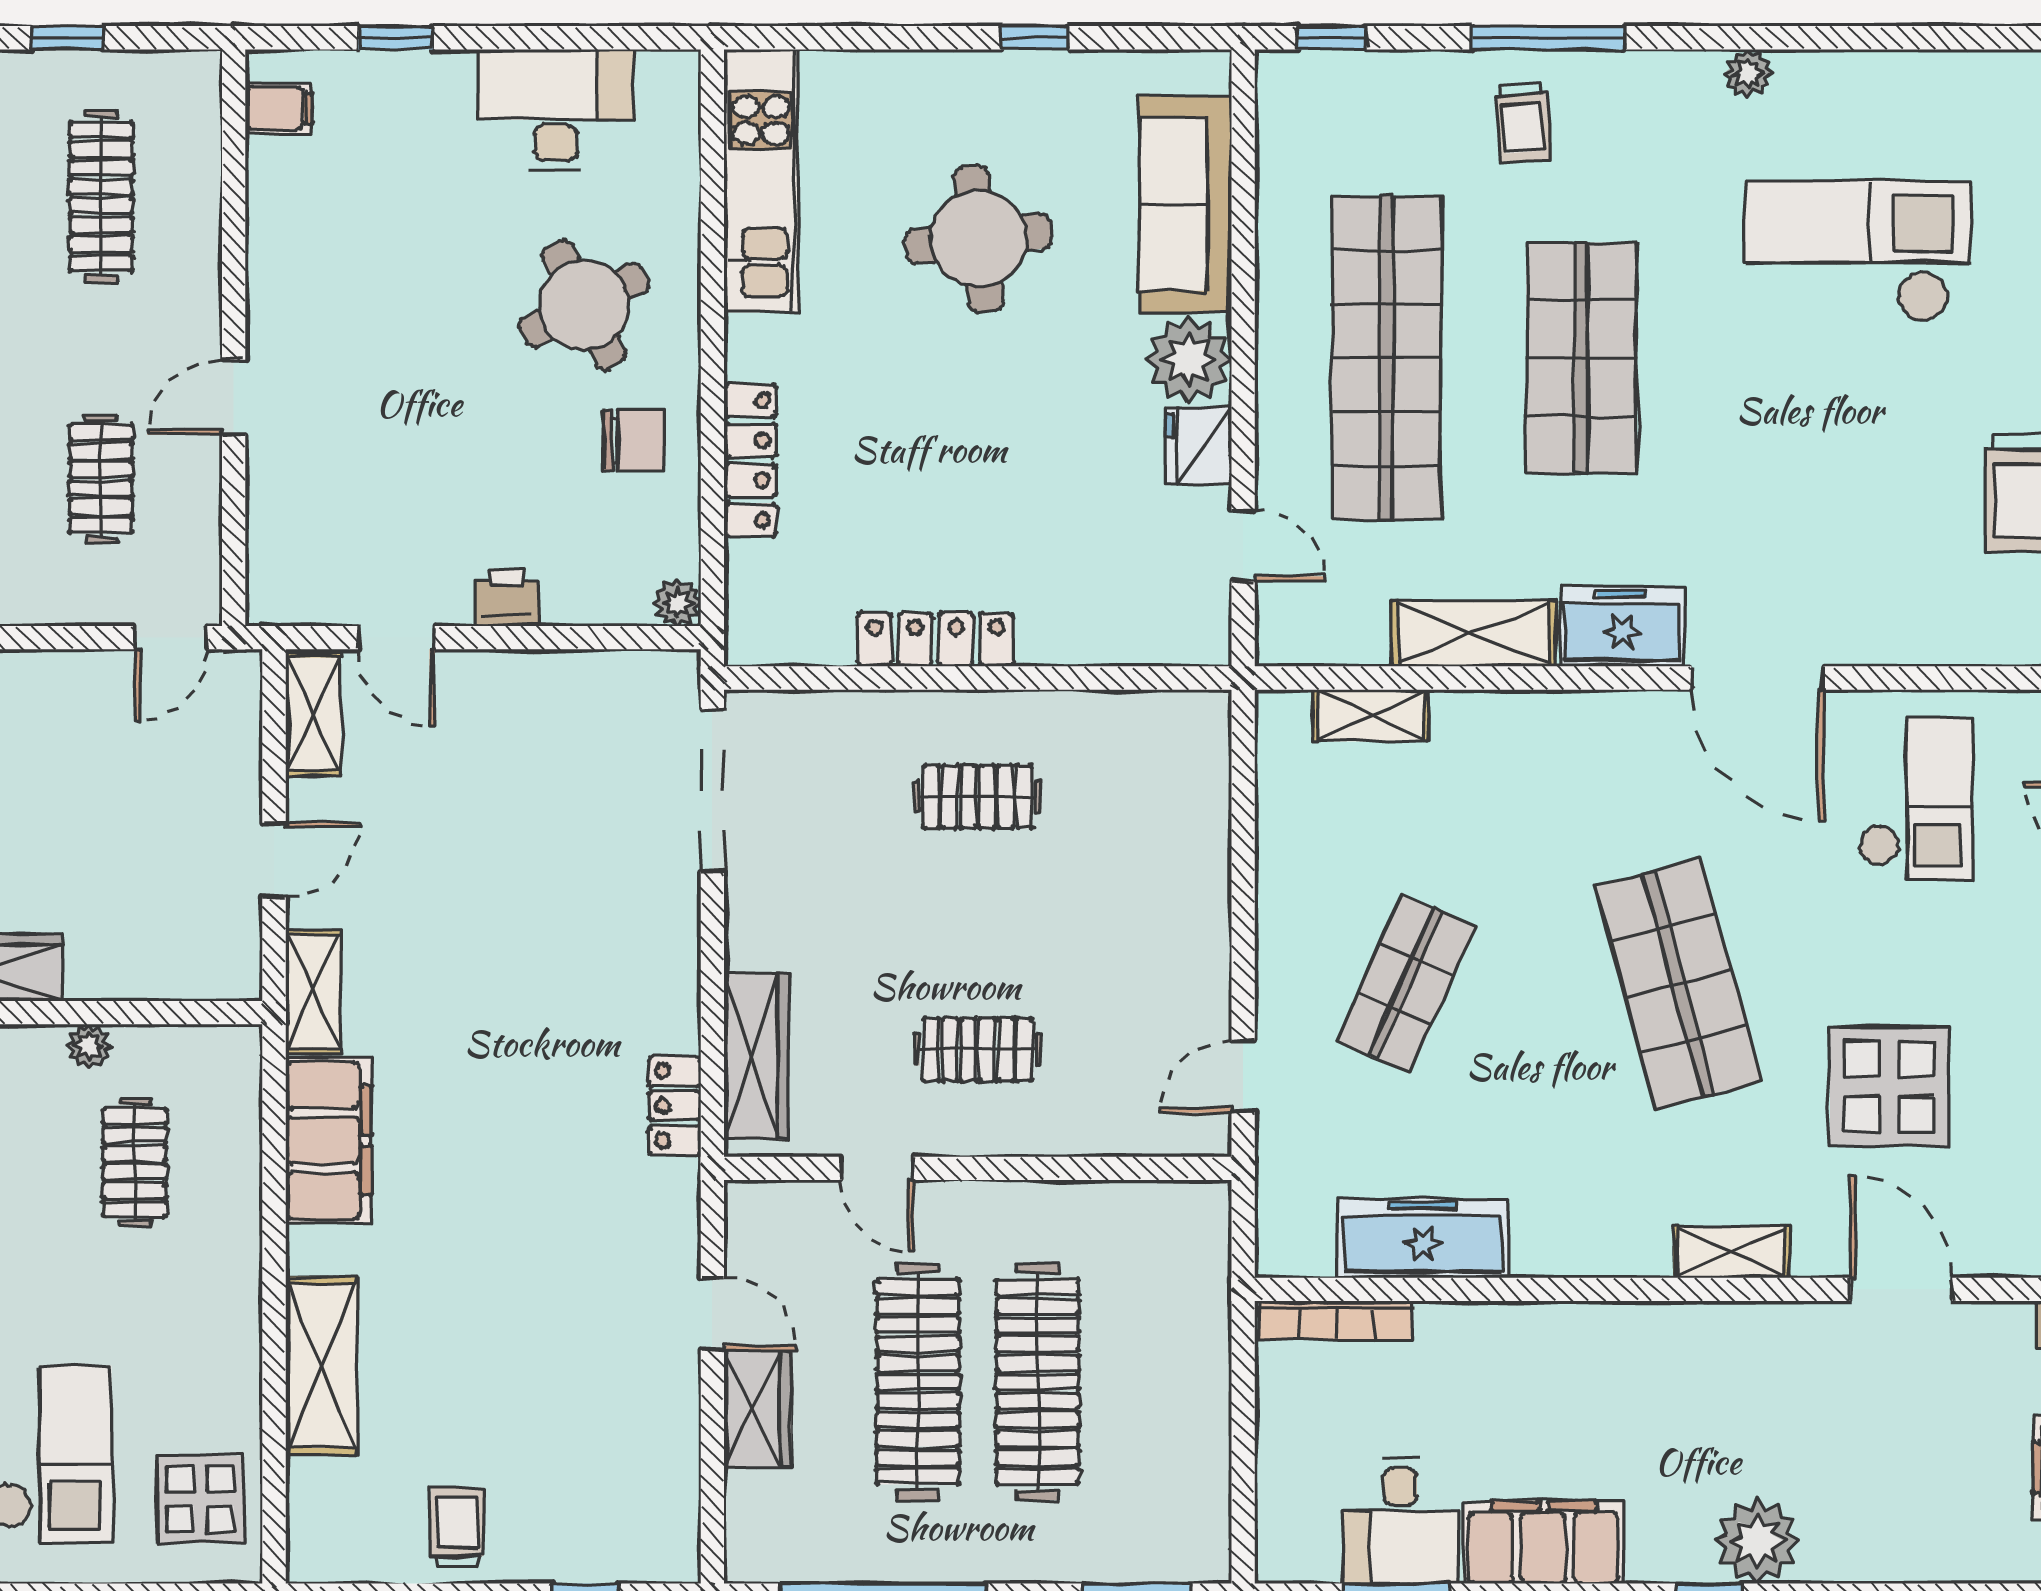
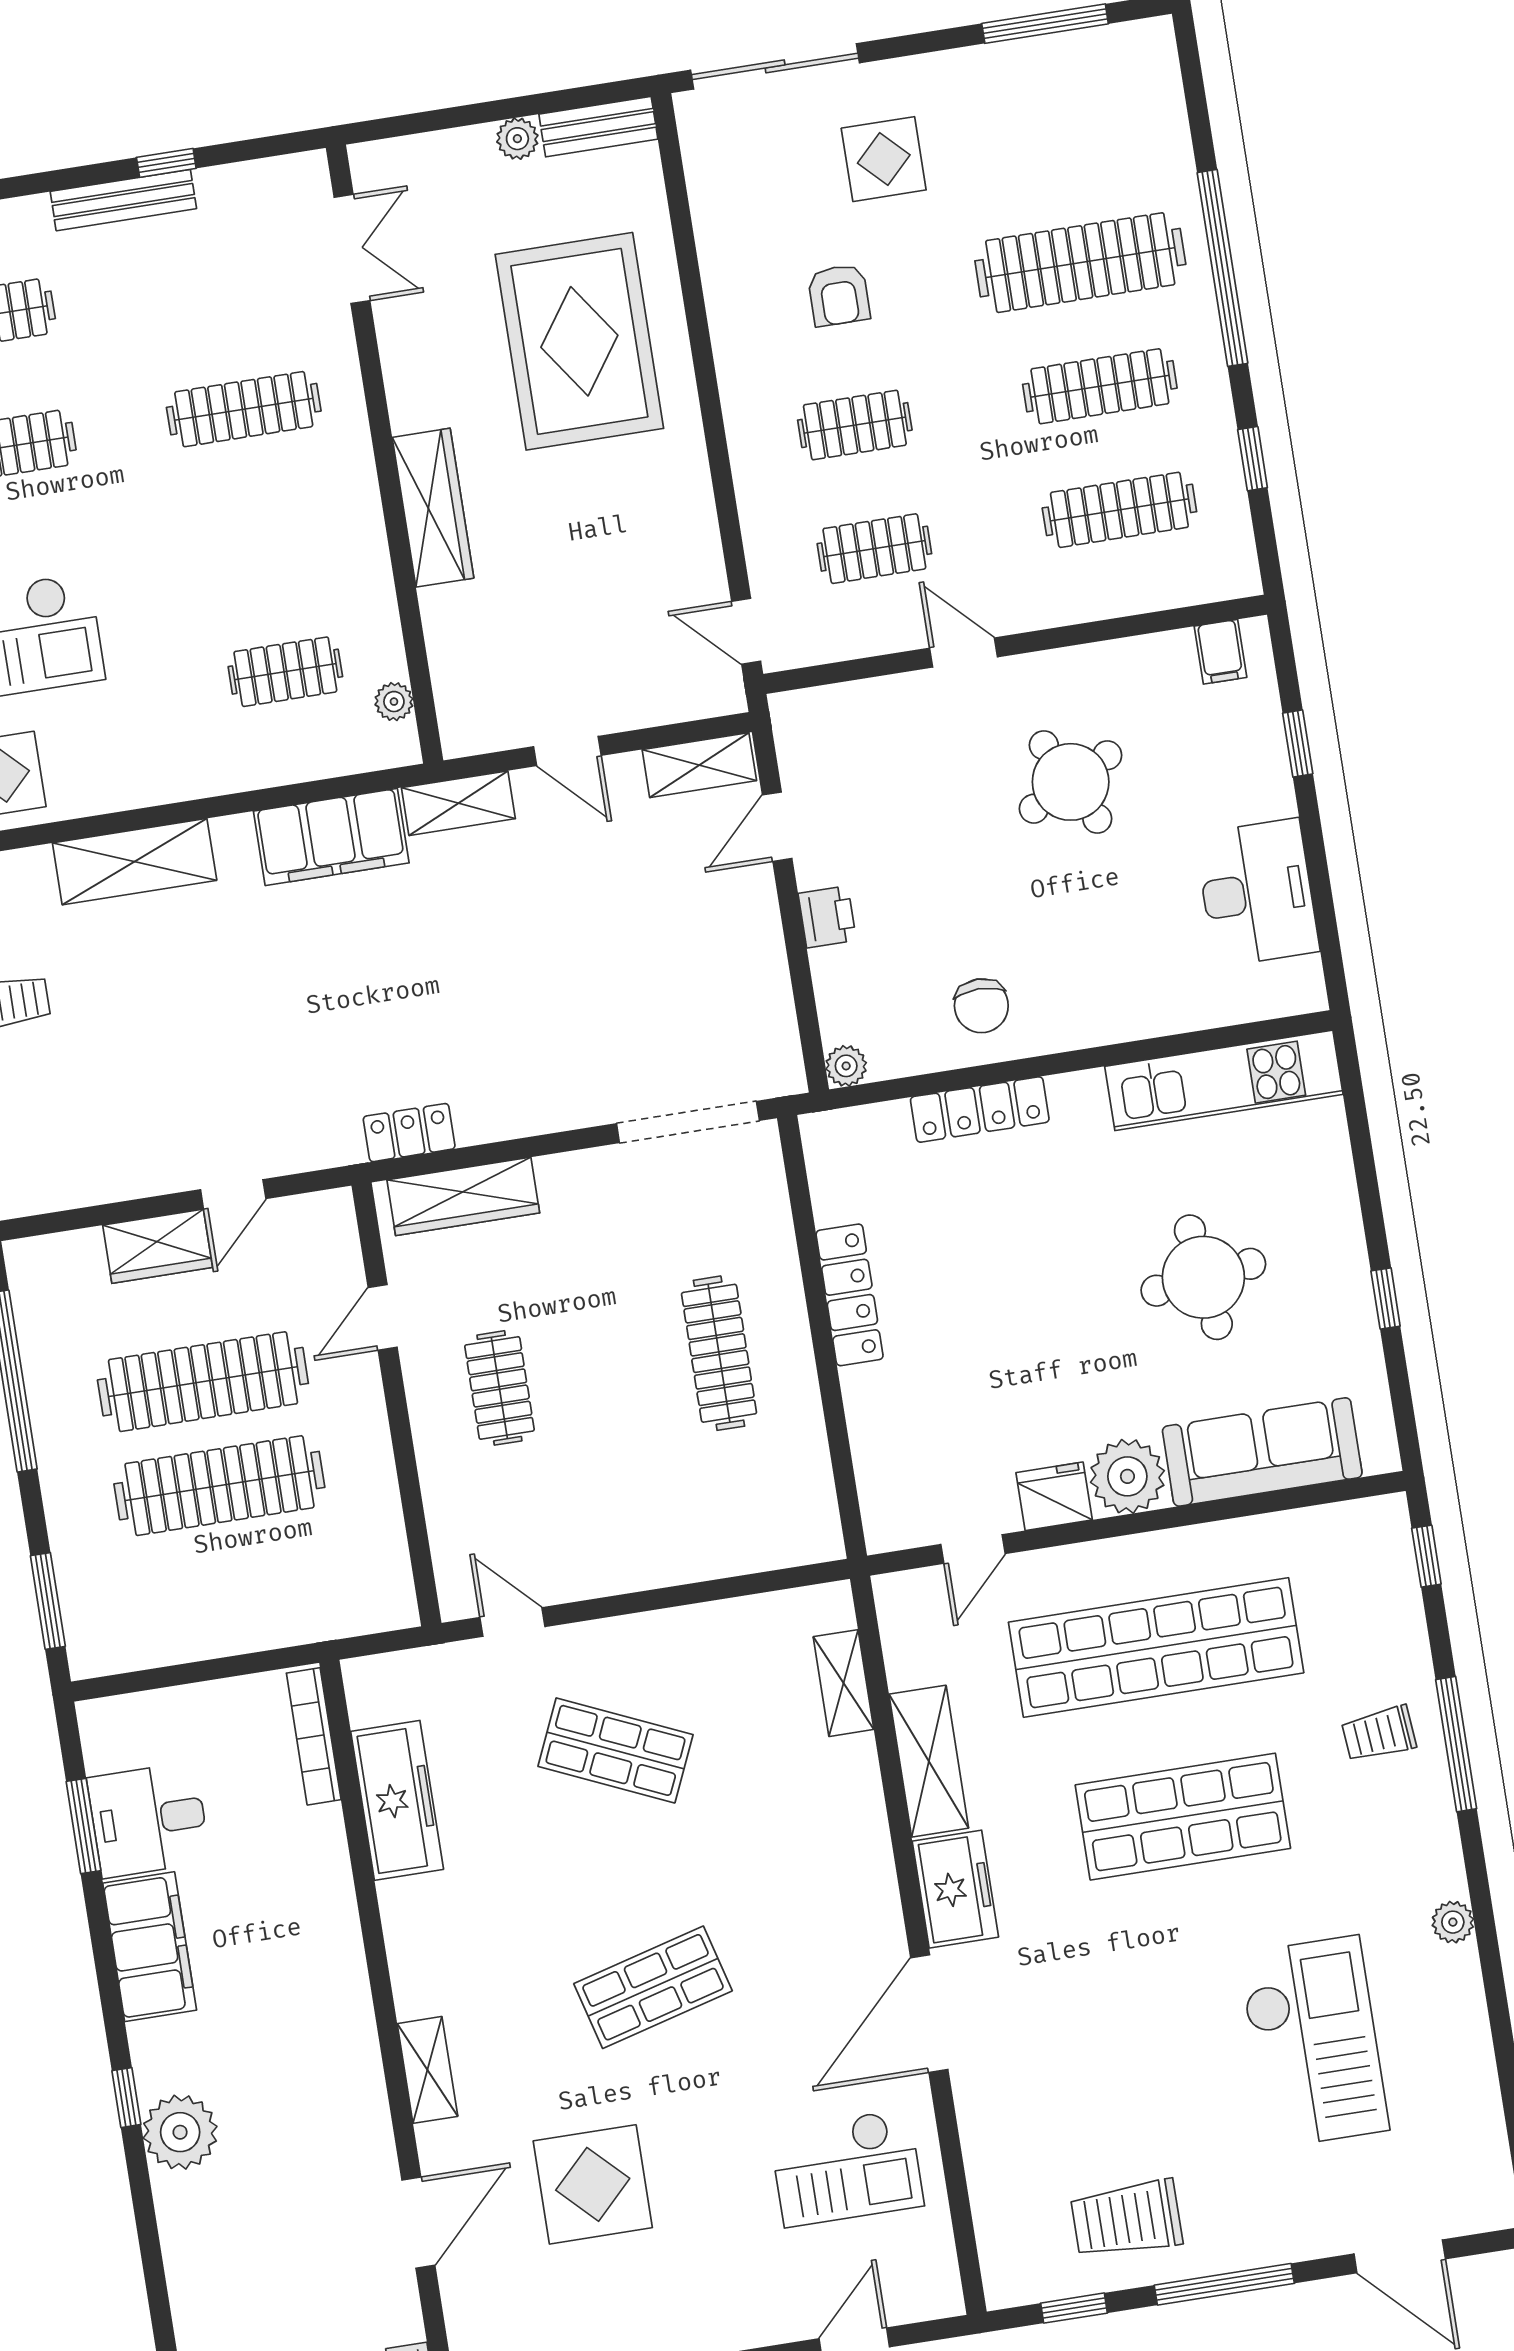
round table: (584, 305) -> (1071, 782), moved
clothes rail: (978, 797) -> (719, 1353), width x1.36
shop shelf: (1679, 984) -> (653, 1987), width x0.70, depth x0.74
plant: (89, 1046) -> (394, 702), moved

